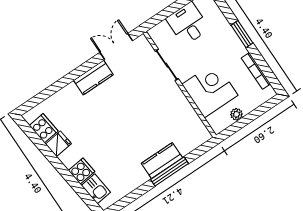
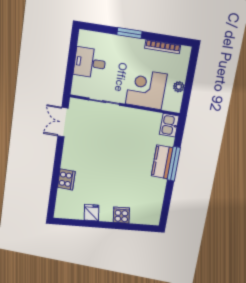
kitchen counter: (93, 77) -> (70, 154), removed
cooker: (44, 128) -> (66, 179), moved, turned 97
kitchen sink: (96, 189) -> (169, 125), moved, turned -83

